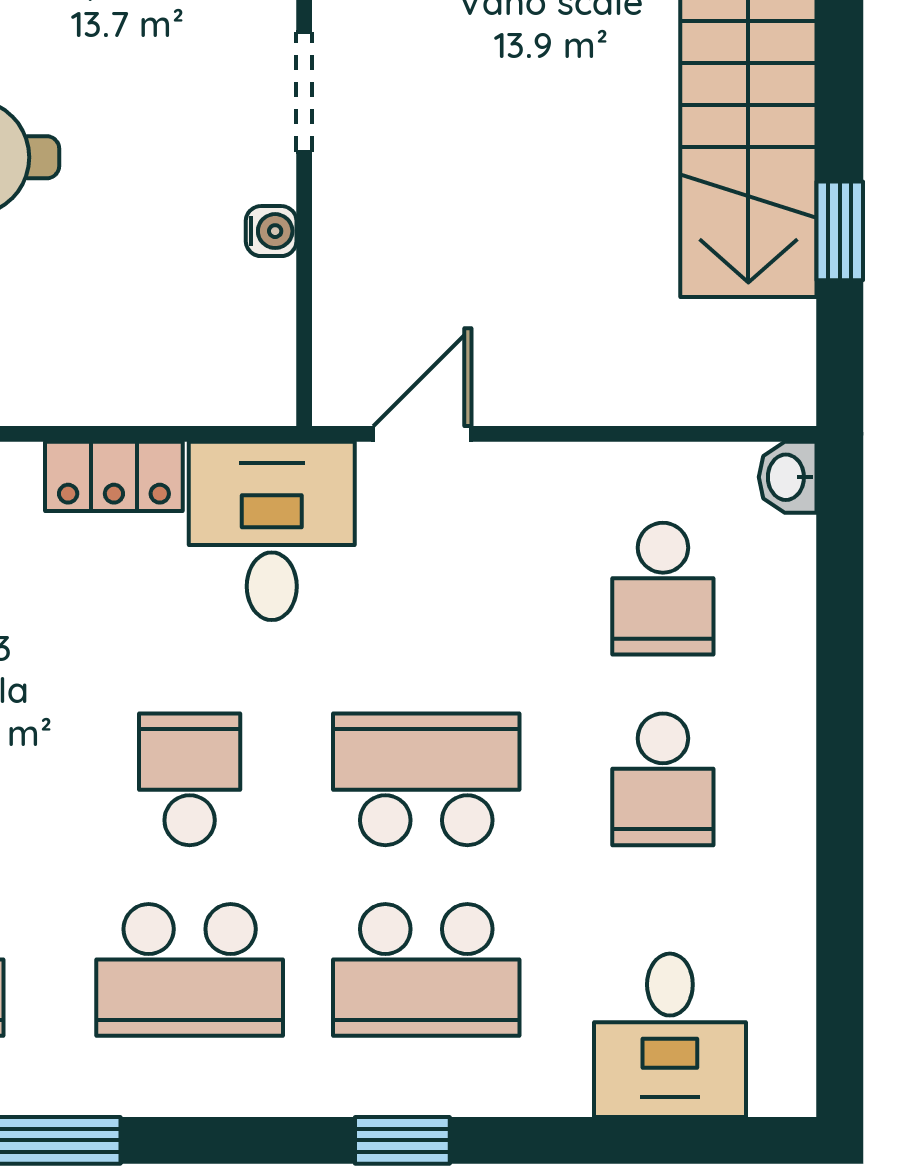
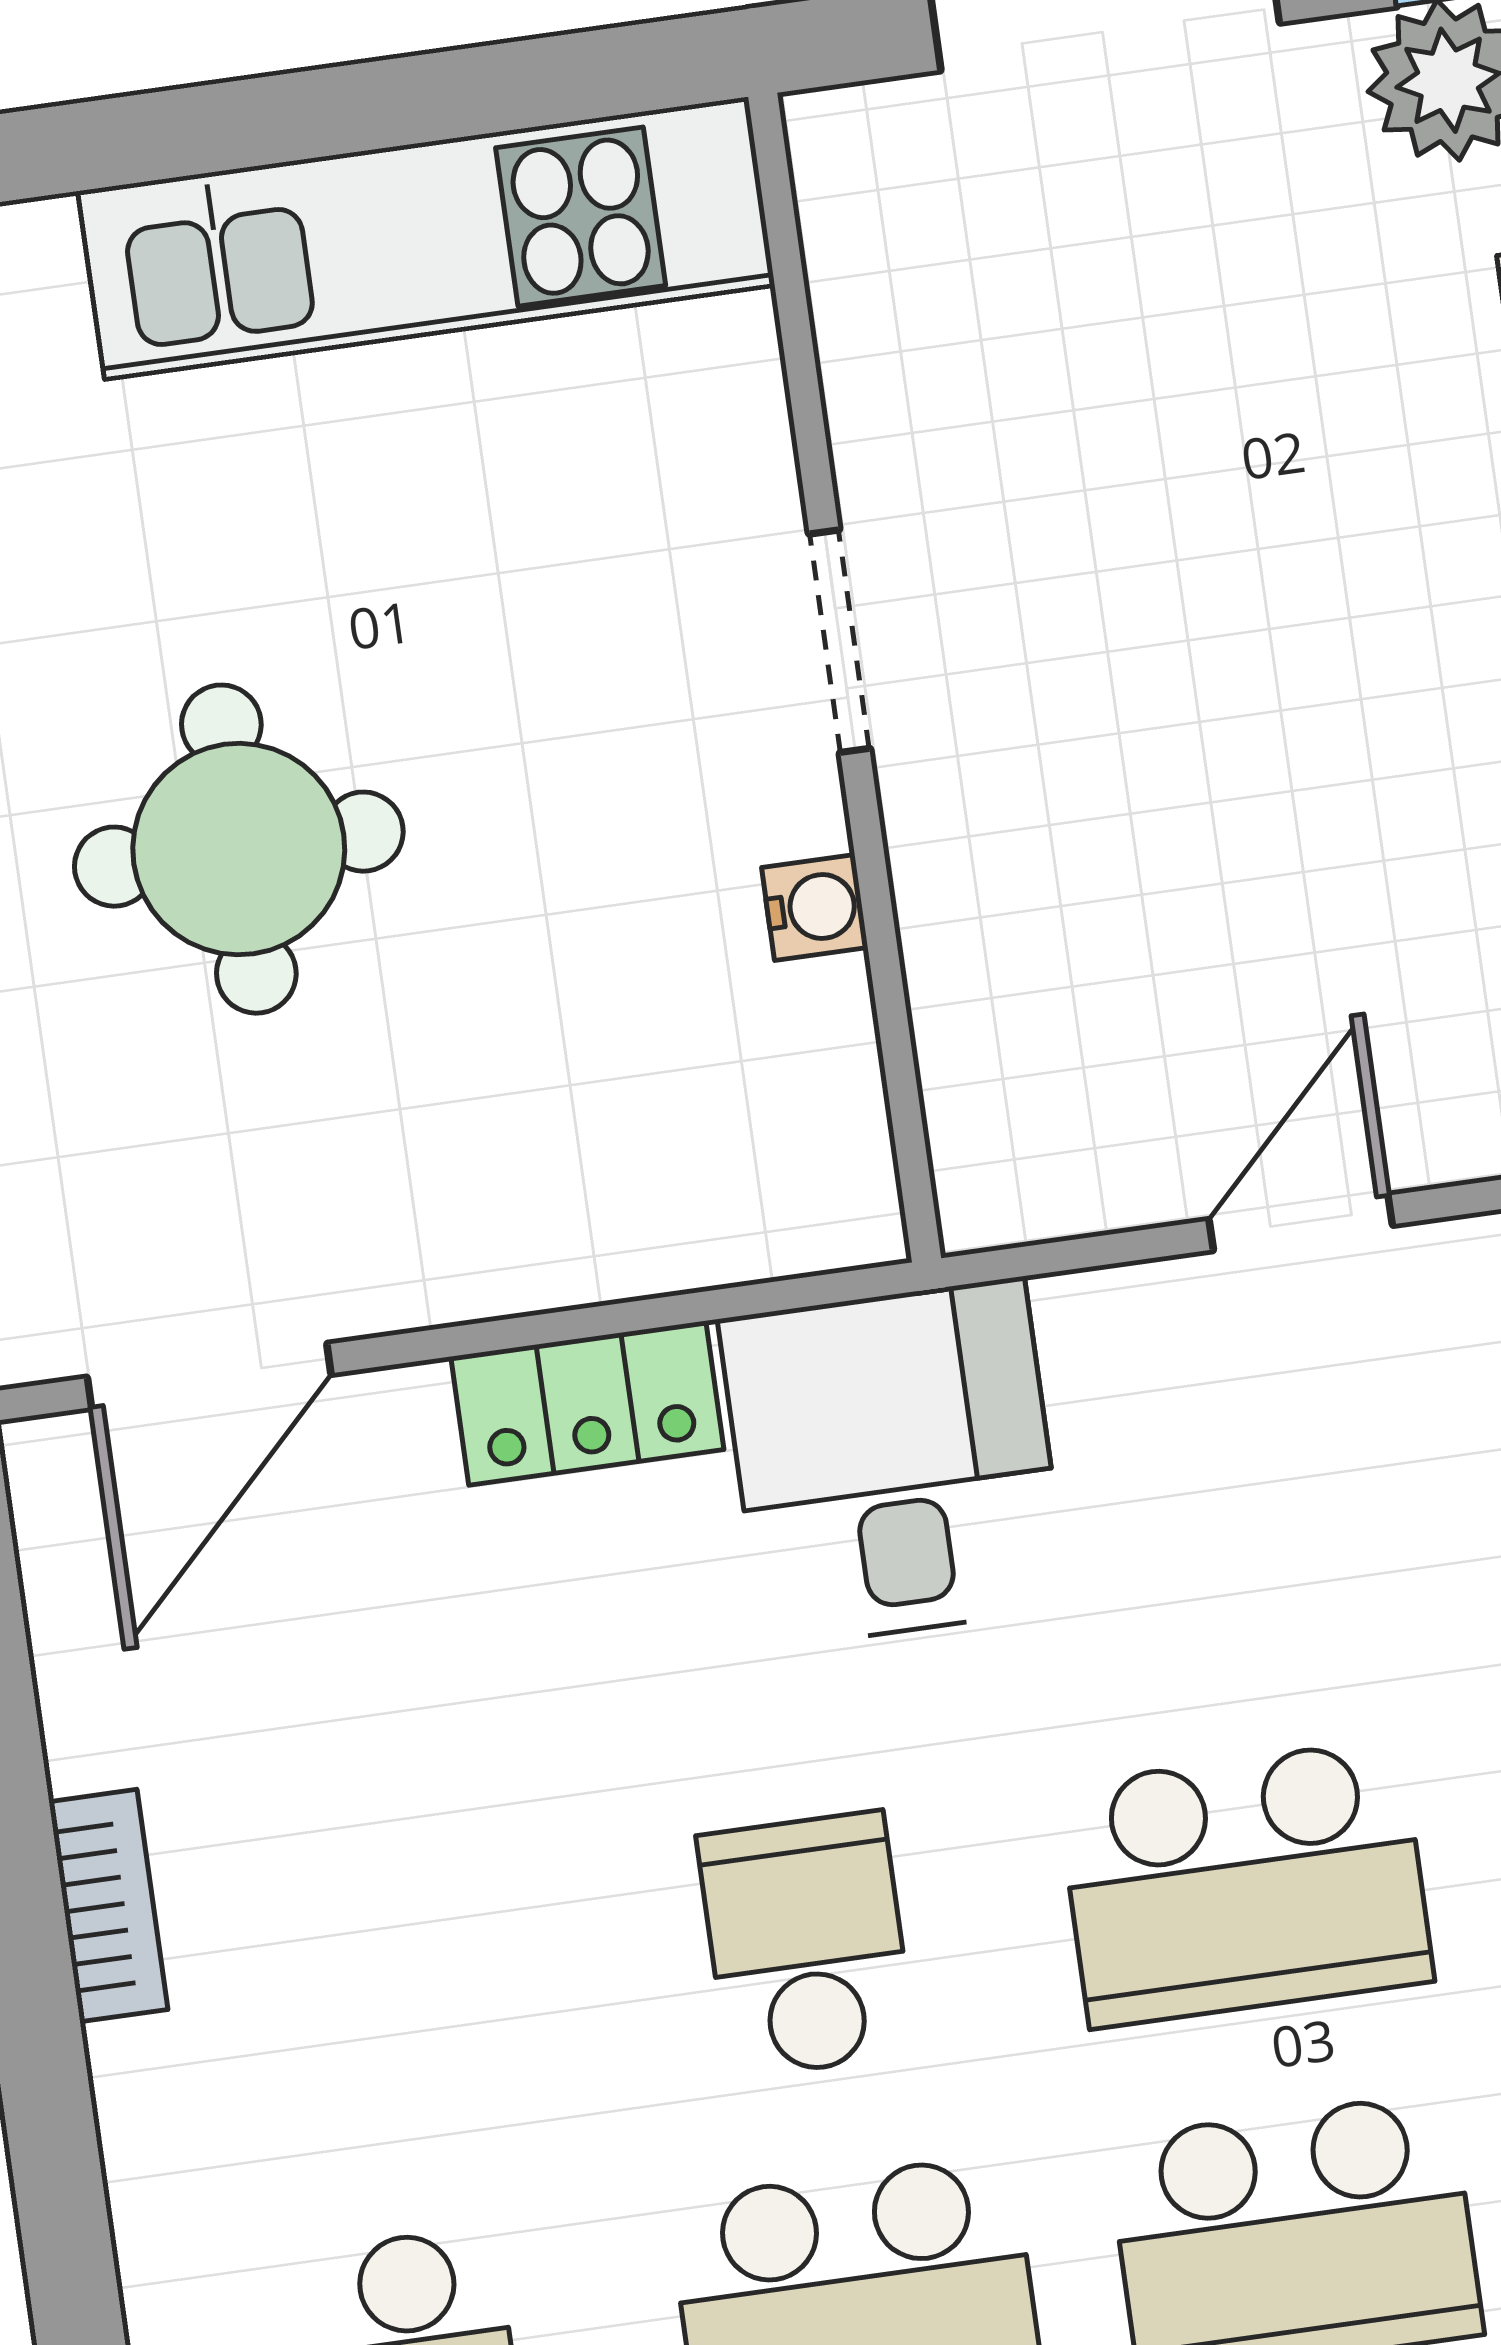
door: (422, 434) -> (1301, 1222), moved
school desk: (426, 779) -> (1245, 1883), turned 180

